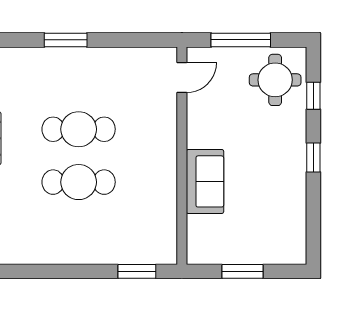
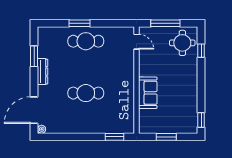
door: (182, 77) -> (136, 42), hinge flipped
cafe table: (79, 129) -> (86, 41), moved
window: (313, 158) -> (201, 120), moved

